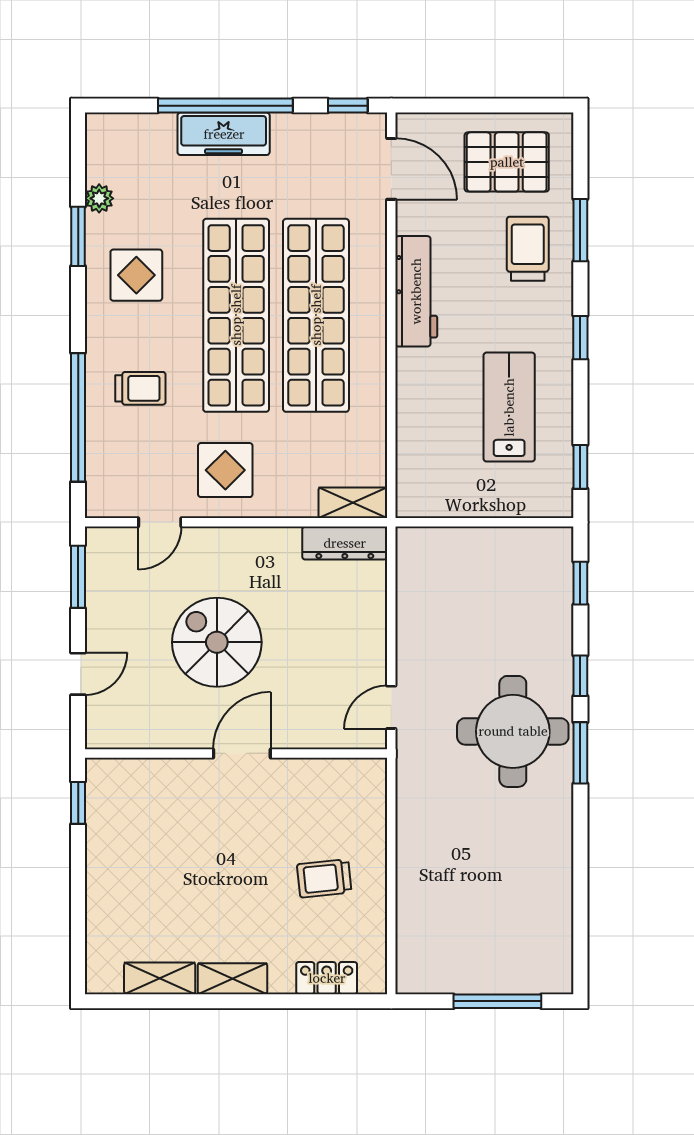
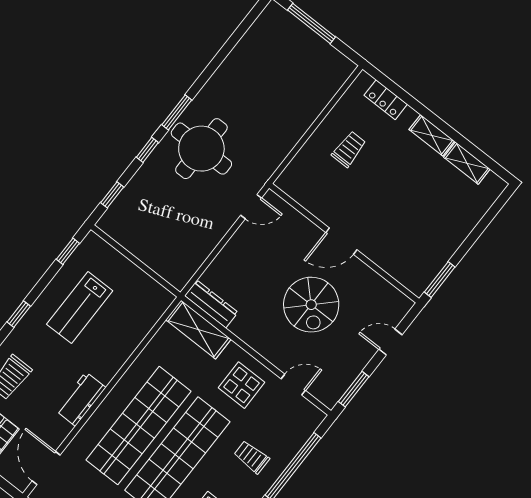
workbench: (416, 291) -> (81, 399), width x0.73
shelving: (353, 503) -> (198, 330), width x1.50, depth x1.33
window: (78, 803) -> (440, 279), width x1.50
trolley: (324, 878) -> (349, 149), turned -84

